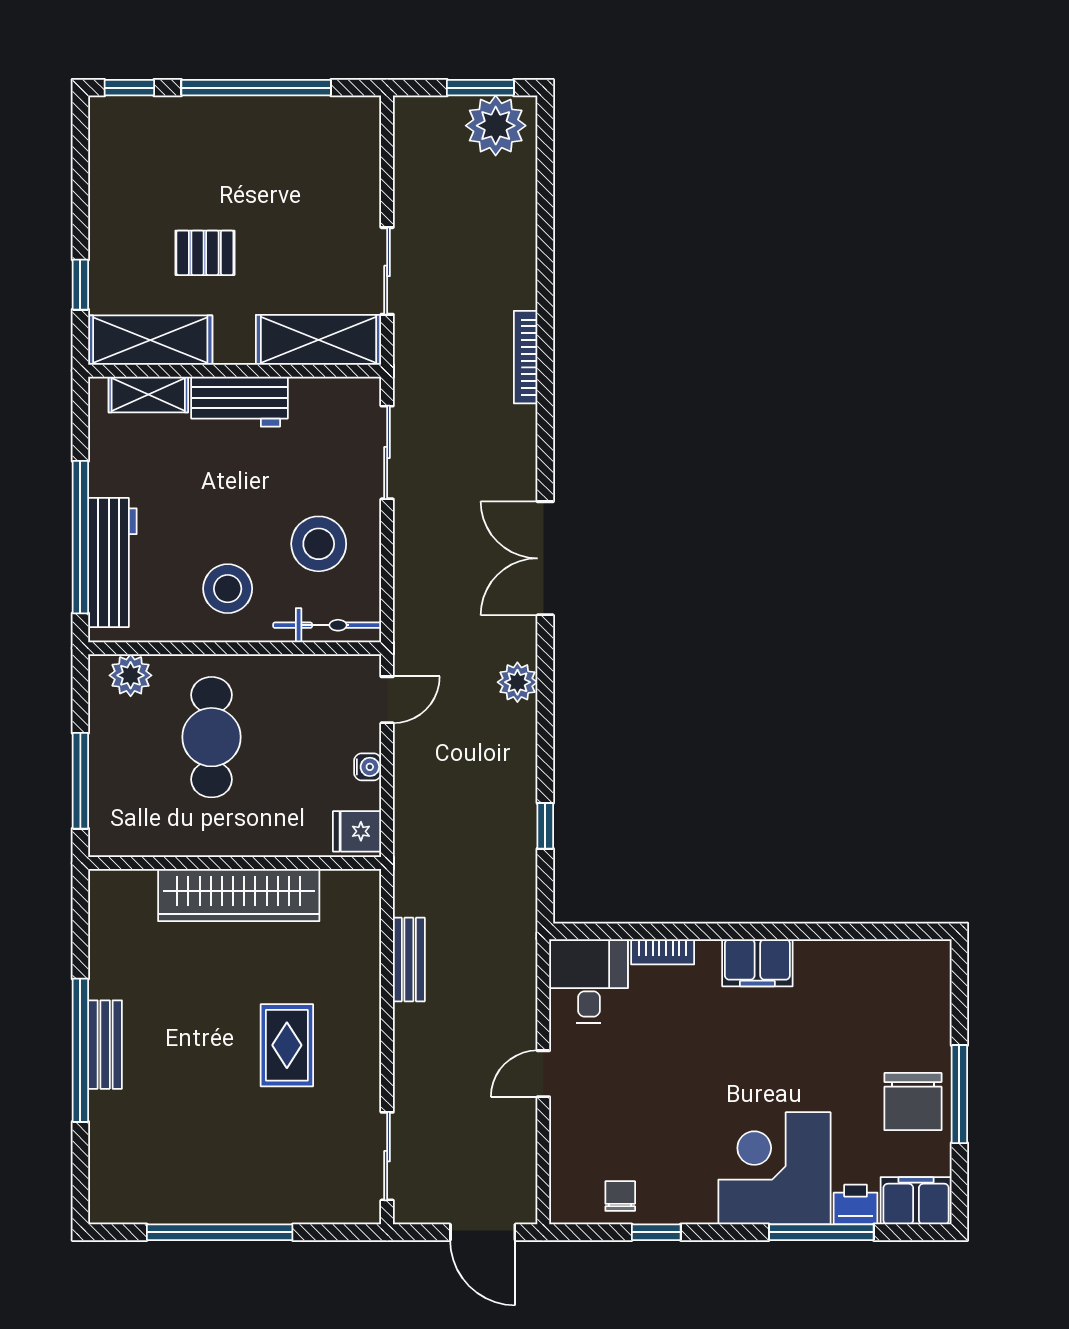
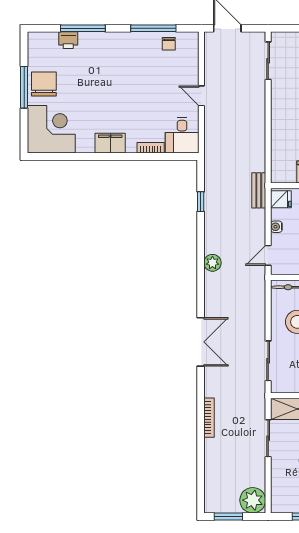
plant: (496, 126) -> (253, 500), moved
bookcase: (526, 357) -> (209, 418), moved
double door: (545, 558) -> (201, 342), moved
bench: (409, 959) -> (259, 190), moved
door: (543, 1074) -> (201, 96), swing flipped
corner desk: (774, 1168) -> (51, 129), moved, turned -90
filing cabinet: (916, 1201) -> (43, 42), removed
window: (656, 1232) -> (153, 28), width x2.17

